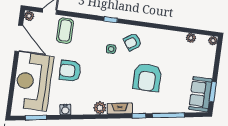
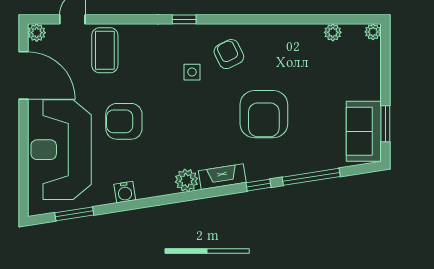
armchair: (133, 42) -> (229, 54), turned 98

